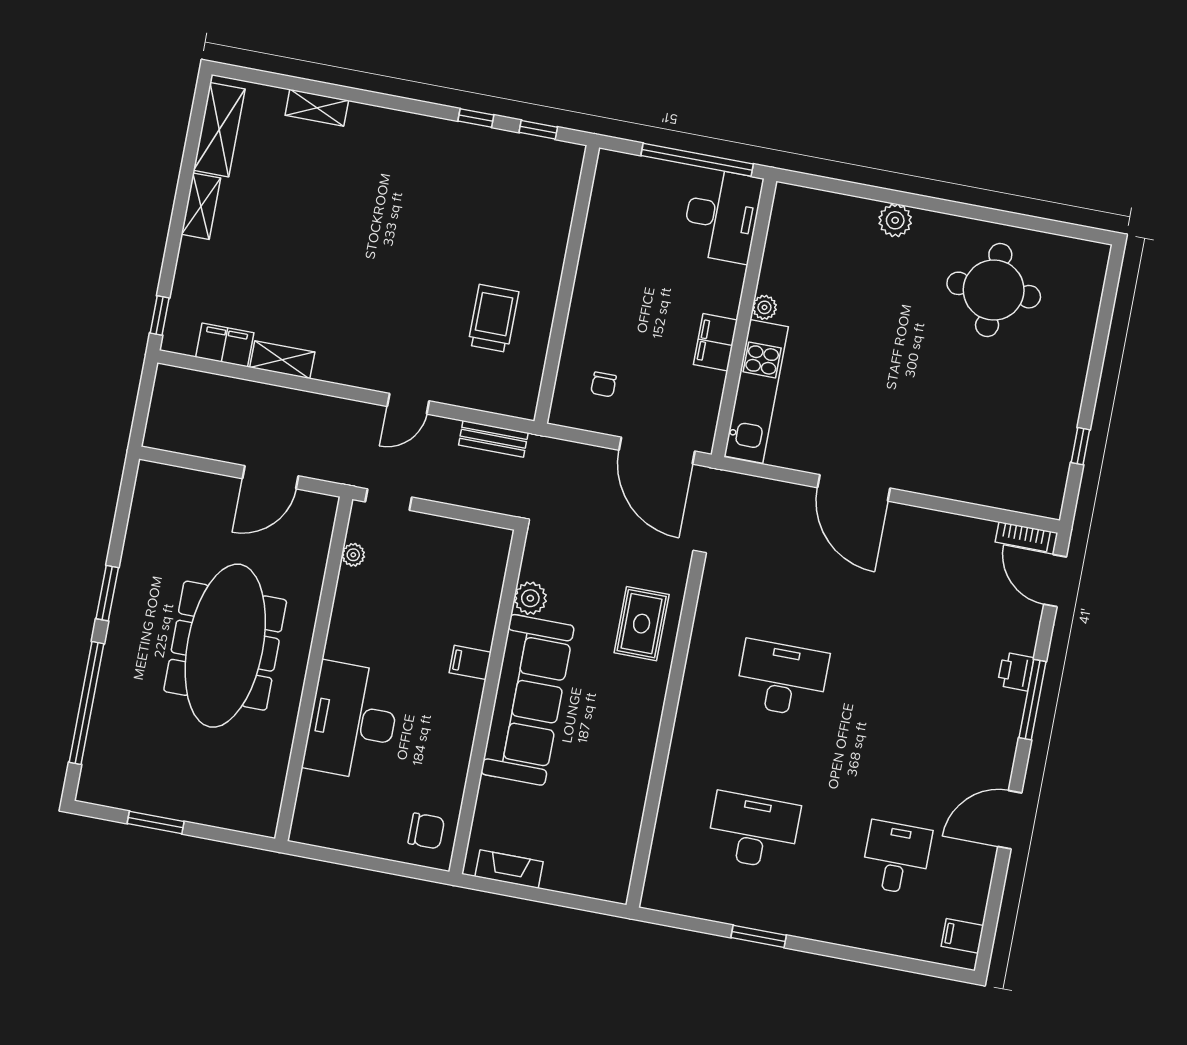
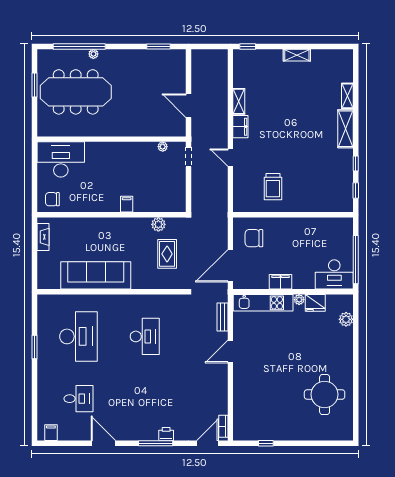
shelving: (219, 130) -> (345, 129), moved, turned 90
plant: (895, 220) -> (346, 319), moved
fridge: (779, 272) -> (315, 303), added
trolley: (493, 318) -> (273, 187), turned 90
filing cabinet: (225, 345) -> (240, 127), moved
chair: (604, 384) -> (254, 238), width x1.87, depth x1.87
bench: (493, 439) -> (222, 317), moved
door: (854, 488) -> (230, 351), width x0.73
window: (107, 593) -> (159, 46), moved
rug: (642, 624) -> (167, 254), moved, turned 90
meeting table: (225, 646) -> (76, 92), moved
plant: (110, 674) -> (93, 54), added
sofa: (527, 700) -> (96, 275), moved, turned 180
desk: (352, 721) -> (61, 159), moved
chair: (426, 831) -> (52, 199), turned 90
desk: (753, 831) -> (79, 336), width x1.36, depth x1.30

